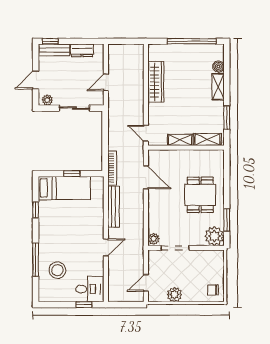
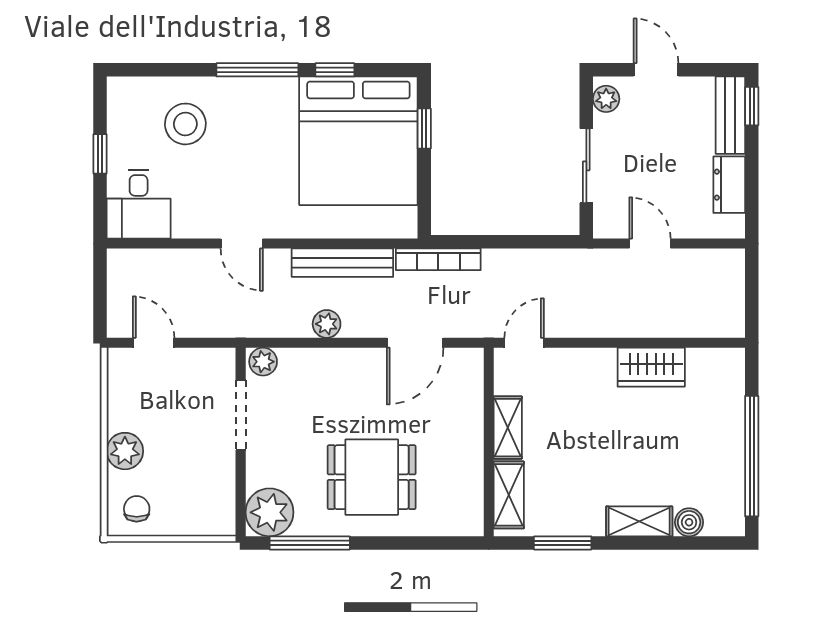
wardrobe: (156, 82) -> (651, 367), width x0.67
window: (72, 174) -> (424, 129), moved
bed: (64, 188) -> (358, 141), width x2.04
plant: (138, 213) -> (327, 324), added
window: (227, 220) -> (310, 543), width x1.44
window: (36, 260) -> (257, 70), moved
plant: (174, 295) -> (125, 451), moved
window: (84, 305) -> (100, 154), moved

